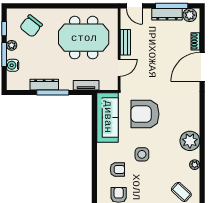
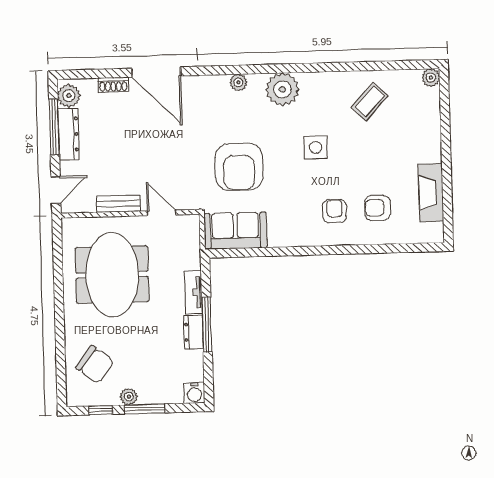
water cooler: (13, 65) -> (194, 393), moved
dresser: (44, 85) -> (194, 332), width x0.70
tv unit: (86, 85) -> (193, 292), moved
sofa: (108, 117) -> (235, 231), width x0.73
side table: (142, 154) -> (316, 148), moved
plant: (195, 165) -> (238, 82), moved

